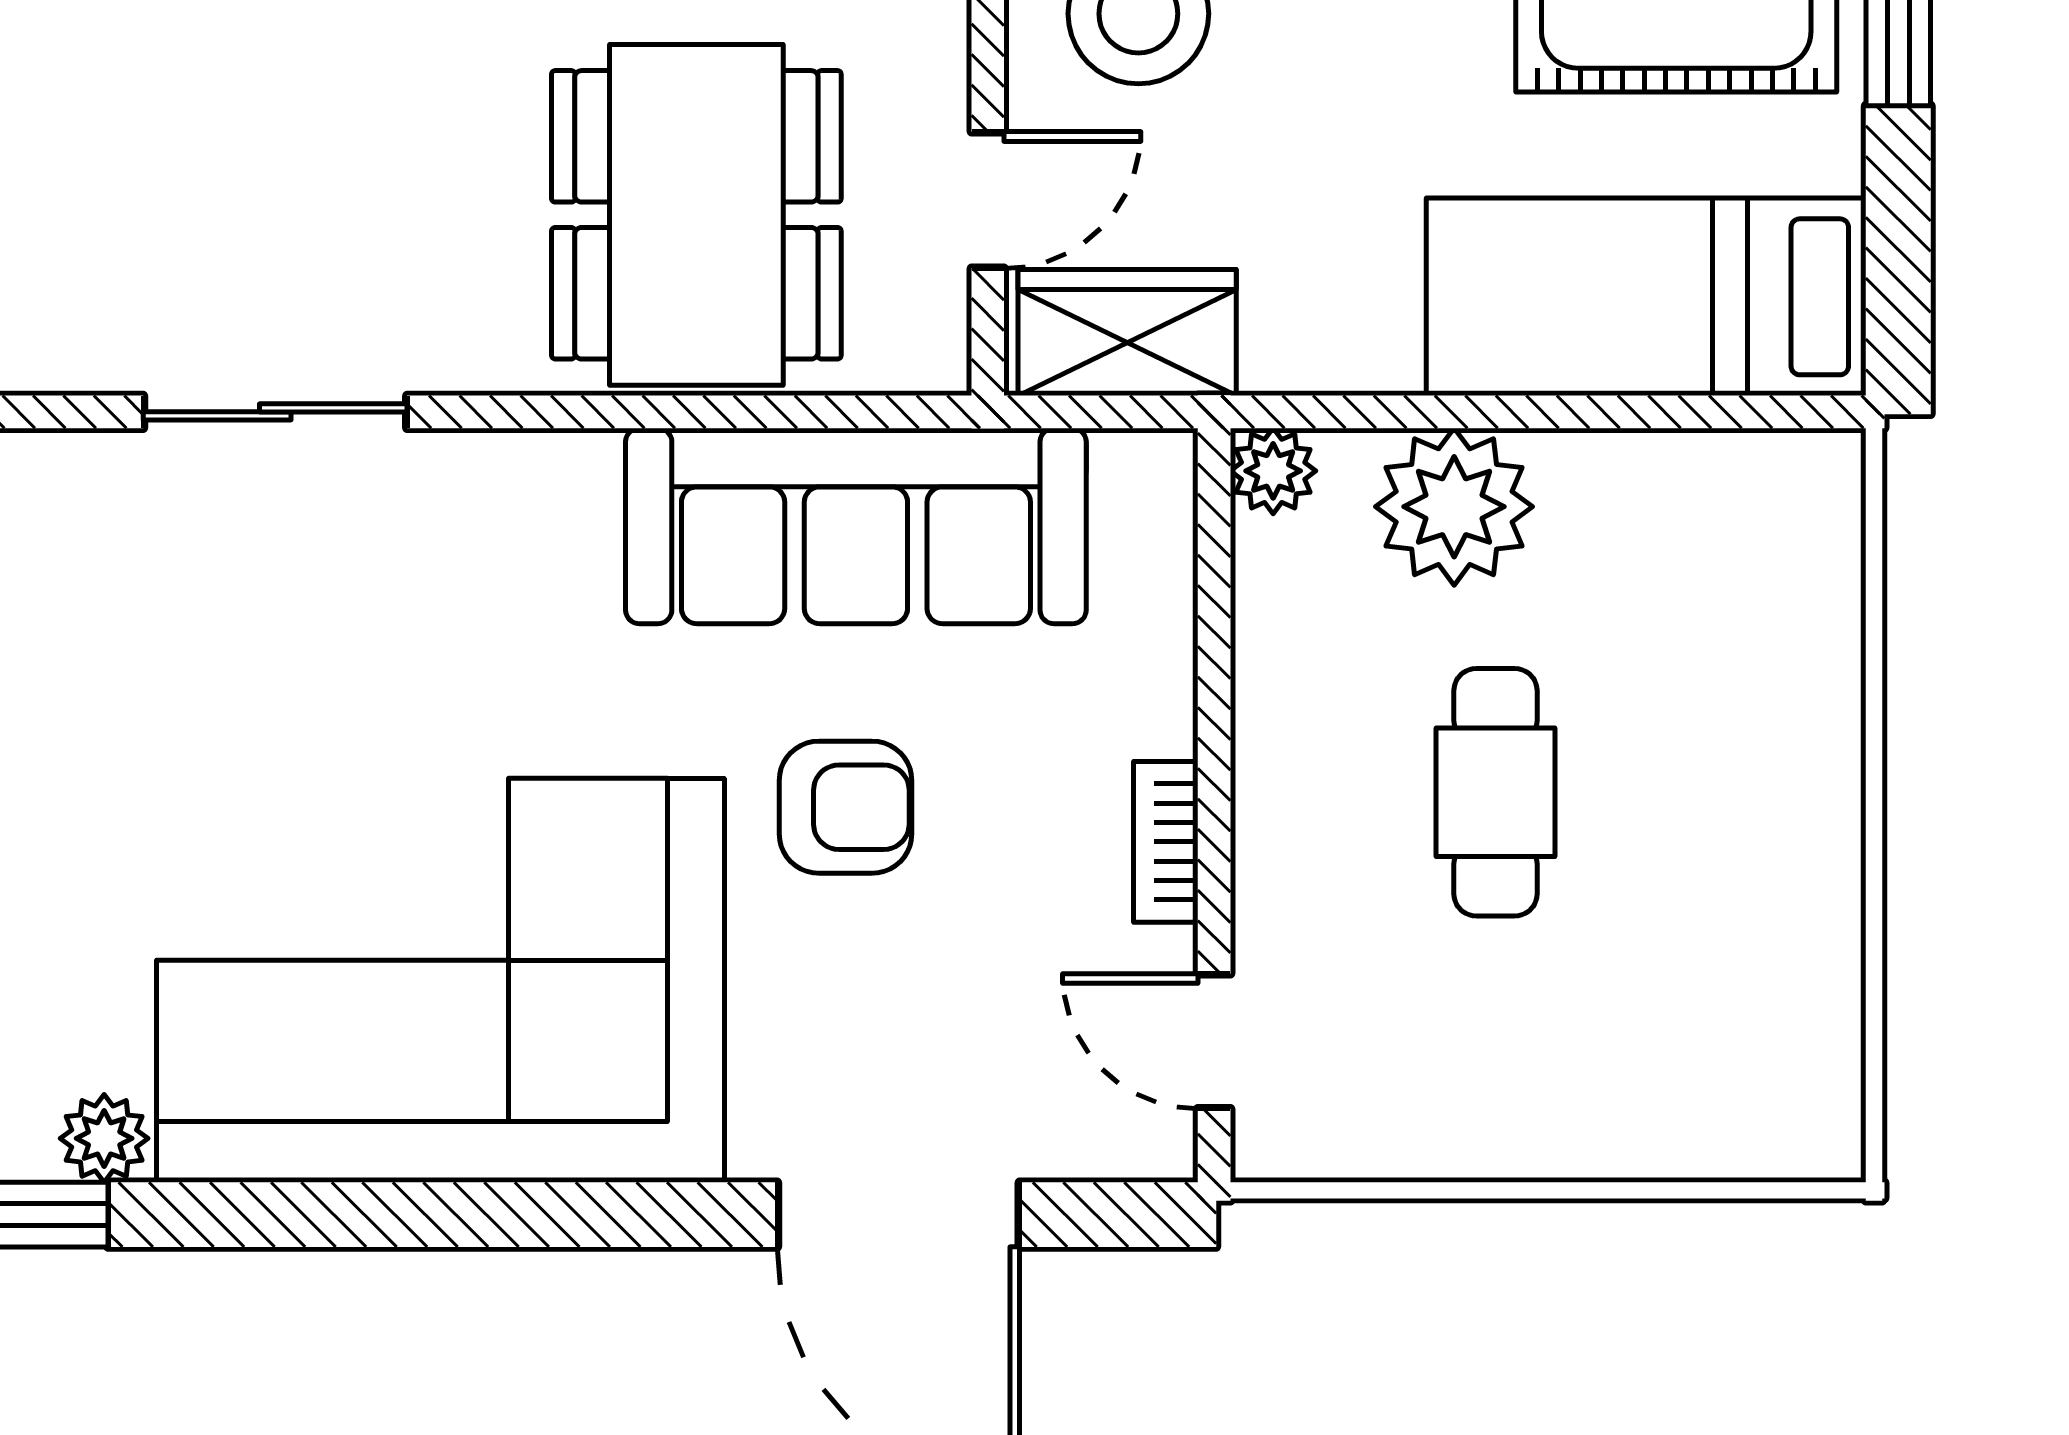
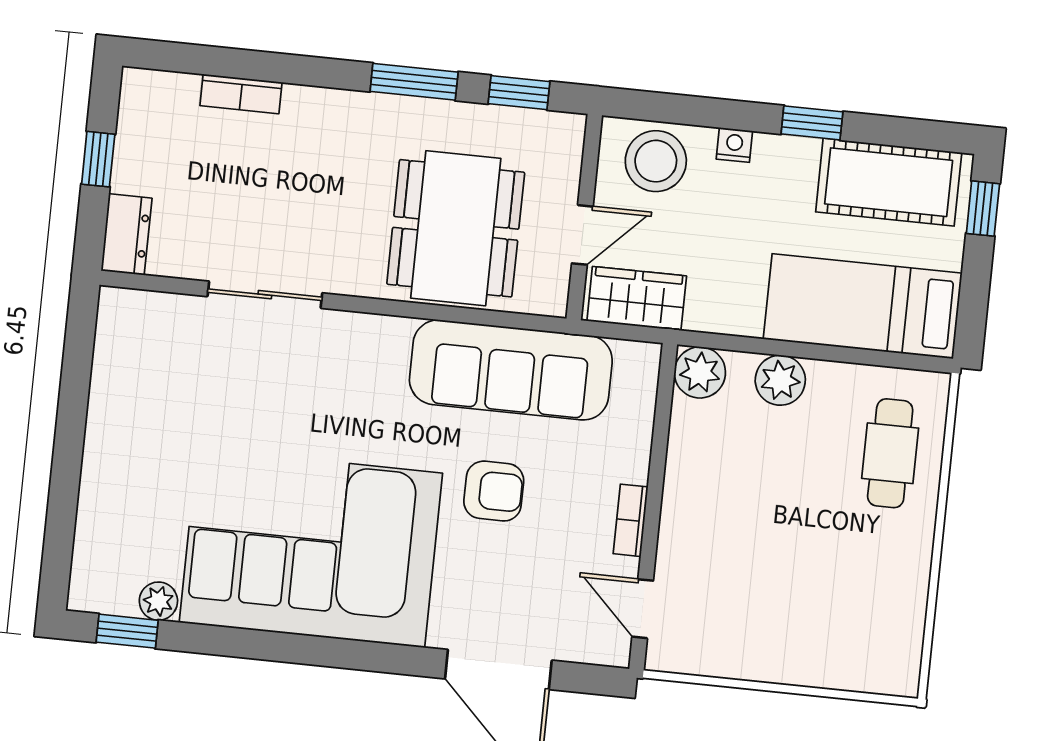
plant: (1273, 471) -> (700, 372), width x1.38, depth x1.38
plant: (1454, 507) -> (780, 380), width x0.73, depth x0.73
cafe table: (1496, 792) -> (890, 453), moved

